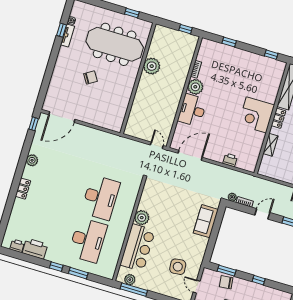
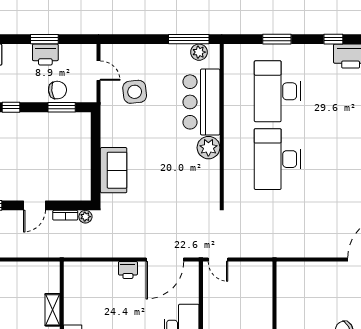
printer: (230, 160) -> (128, 270), moved
window: (56, 267) -> (333, 39), moved

